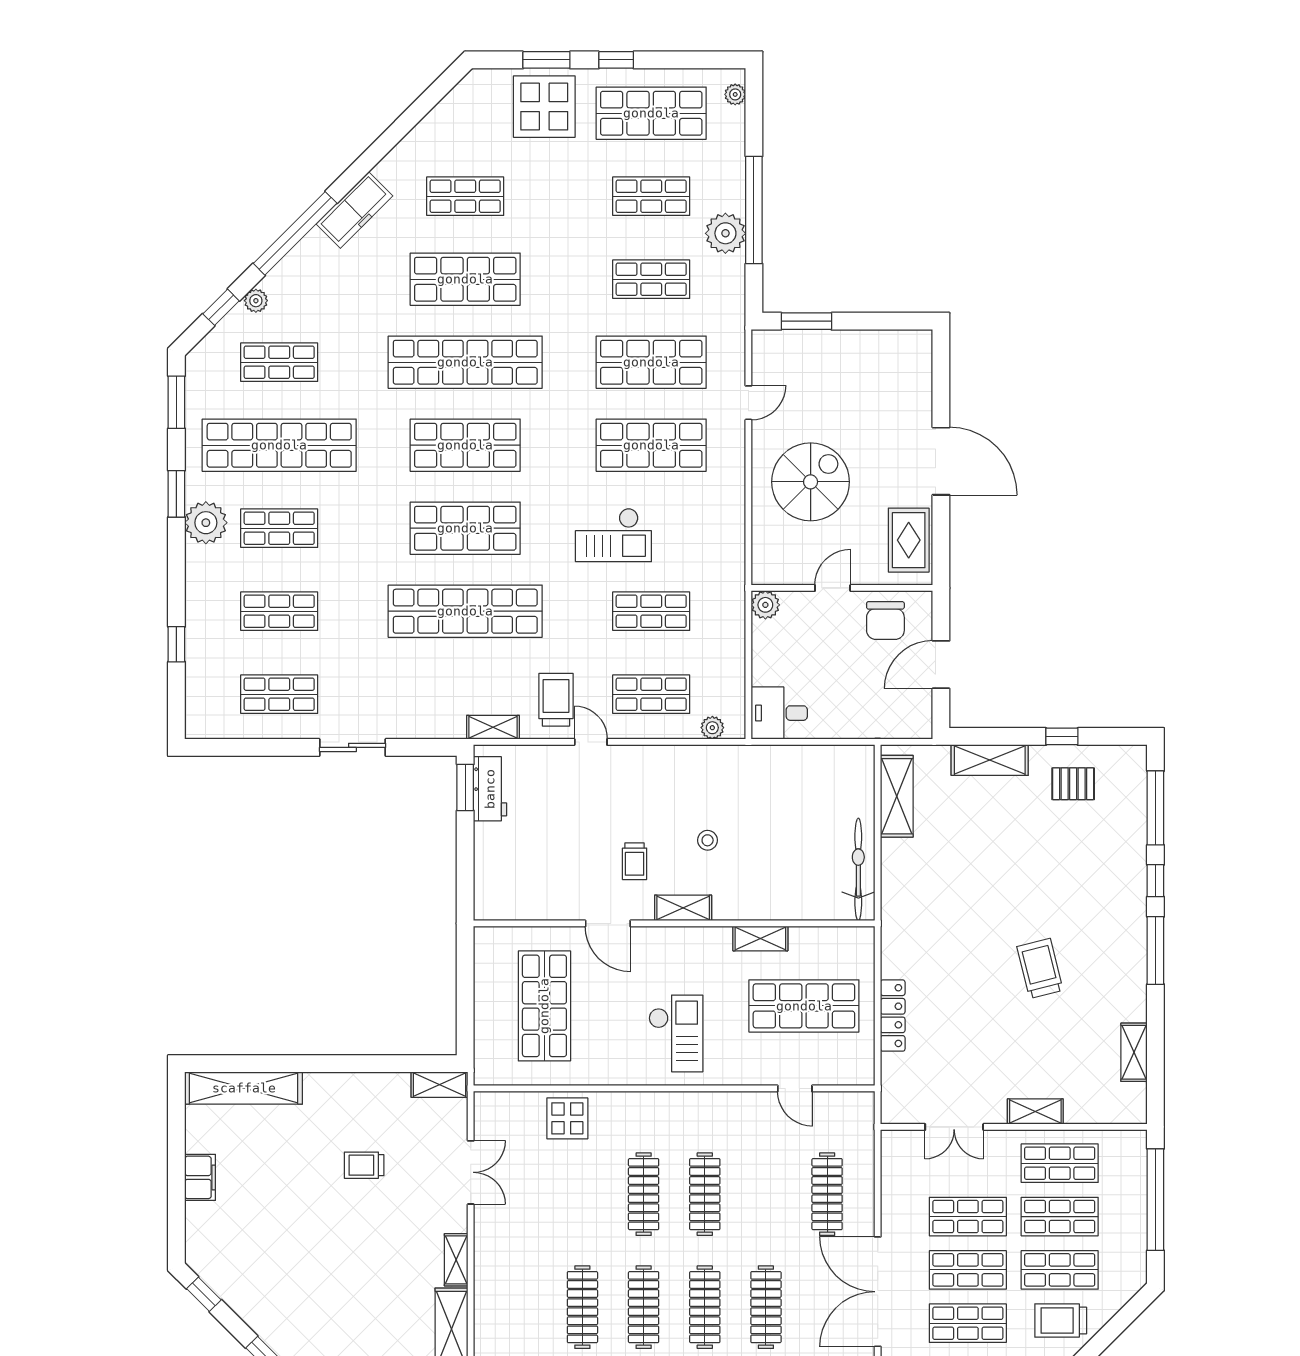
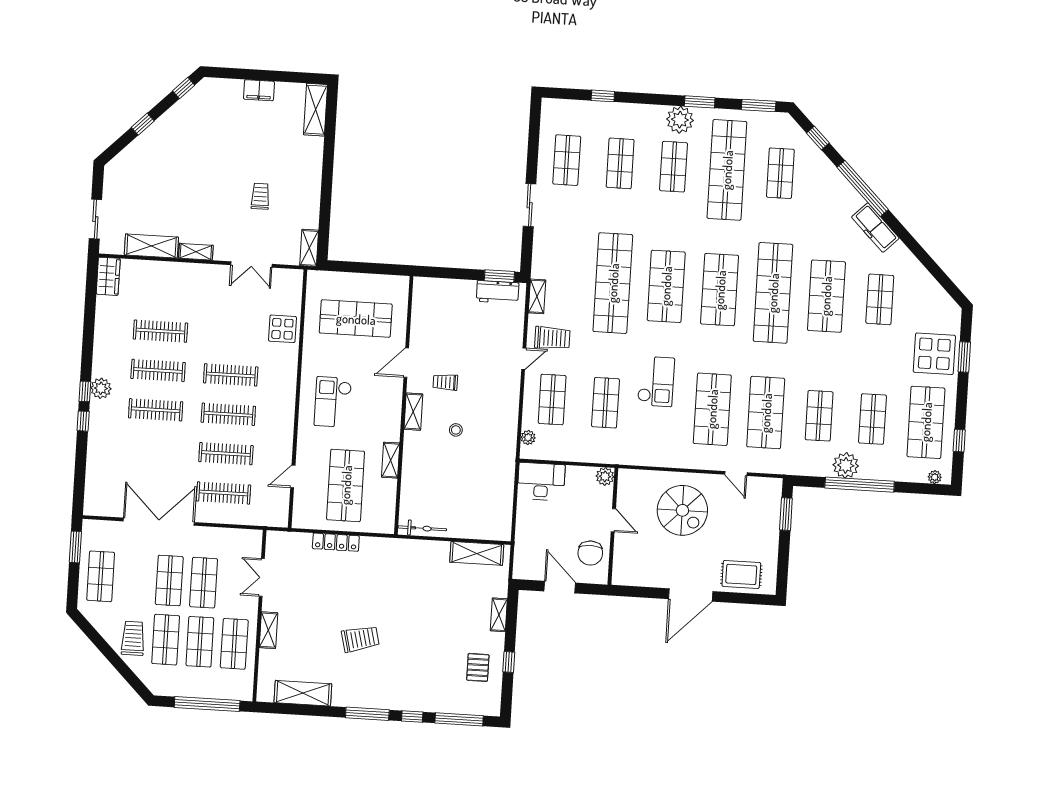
window: (616, 60) -> (959, 441), moved
plant: (256, 301) -> (821, 161), removed
checkout: (613, 535) -> (656, 381), turned 180
rug: (909, 540) -> (741, 574), moved
chair: (885, 621) -> (590, 553), turned -90
desk: (779, 713) -> (541, 482), width x1.37
shelving: (990, 760) -> (499, 615), width x0.67, depth x0.75
bicycle: (858, 869) -> (422, 528), width x0.73, depth x0.71
checkout: (676, 1033) -> (333, 402), turned 90
shelving: (1134, 1052) -> (303, 693), width x1.50, depth x1.33
shelving: (244, 1088) -> (316, 110), width x0.68
clothes rail: (766, 1307) -> (226, 454), moved
shop shelf: (968, 1323) -> (135, 578), removed

